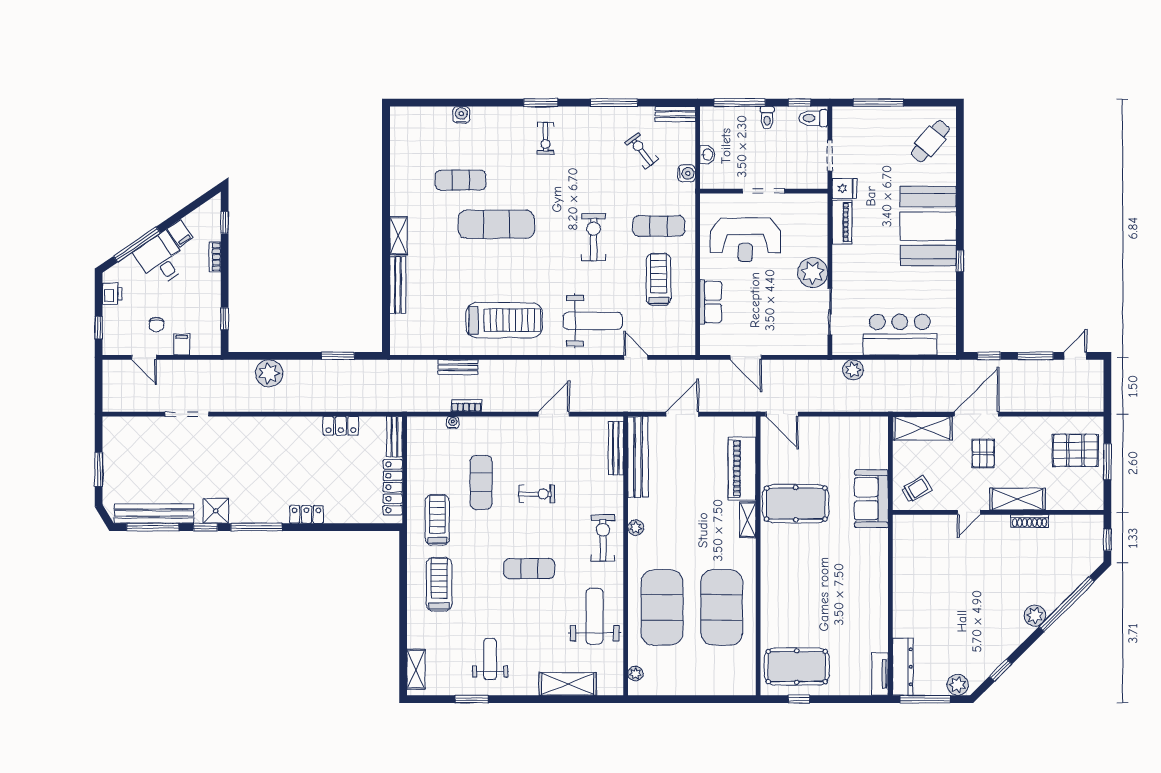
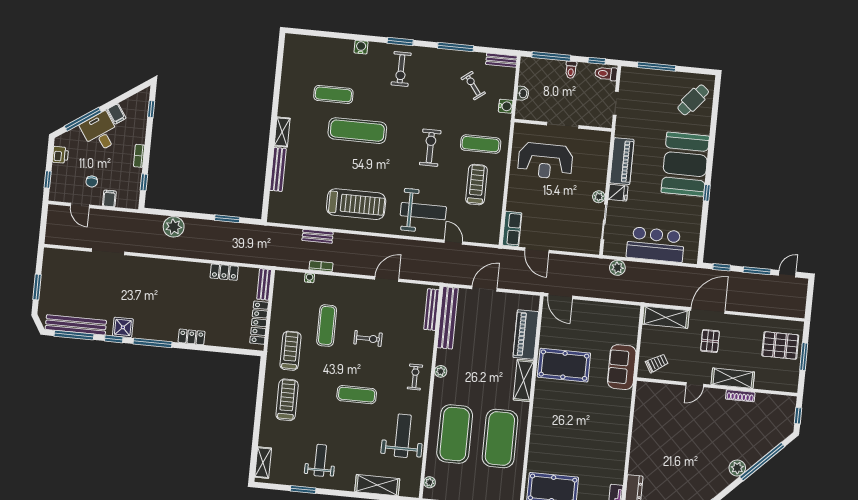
water cooler: (461, 115) -> (361, 47), moved
exercise bike: (546, 138) -> (401, 69), width x1.38, depth x1.39
fridge: (844, 188) -> (618, 193), moved
piano: (842, 222) -> (622, 161), width x1.37, depth x1.33
bookcase: (215, 257) -> (139, 156), moved
plant: (813, 273) -> (599, 197), width x0.53, depth x0.53
row of seats: (711, 302) -> (512, 229), moved
shelving: (748, 520) -> (524, 380), width x1.50, depth x1.33
exercise bike: (603, 538) -> (415, 377), width x0.73, depth x0.72

